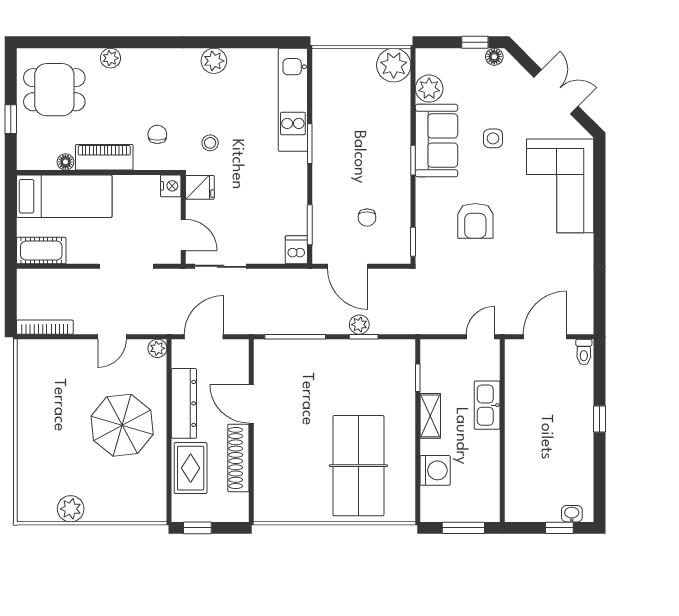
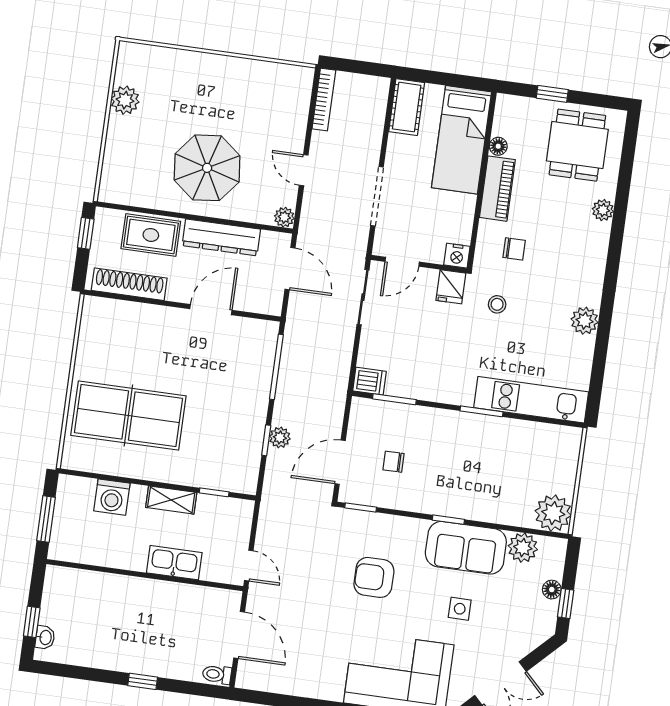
floor lamp: (494, 57) -> (552, 590), moved
door: (348, 266) -> (340, 462), moved
shoe rack: (238, 458) -> (129, 284), moved

